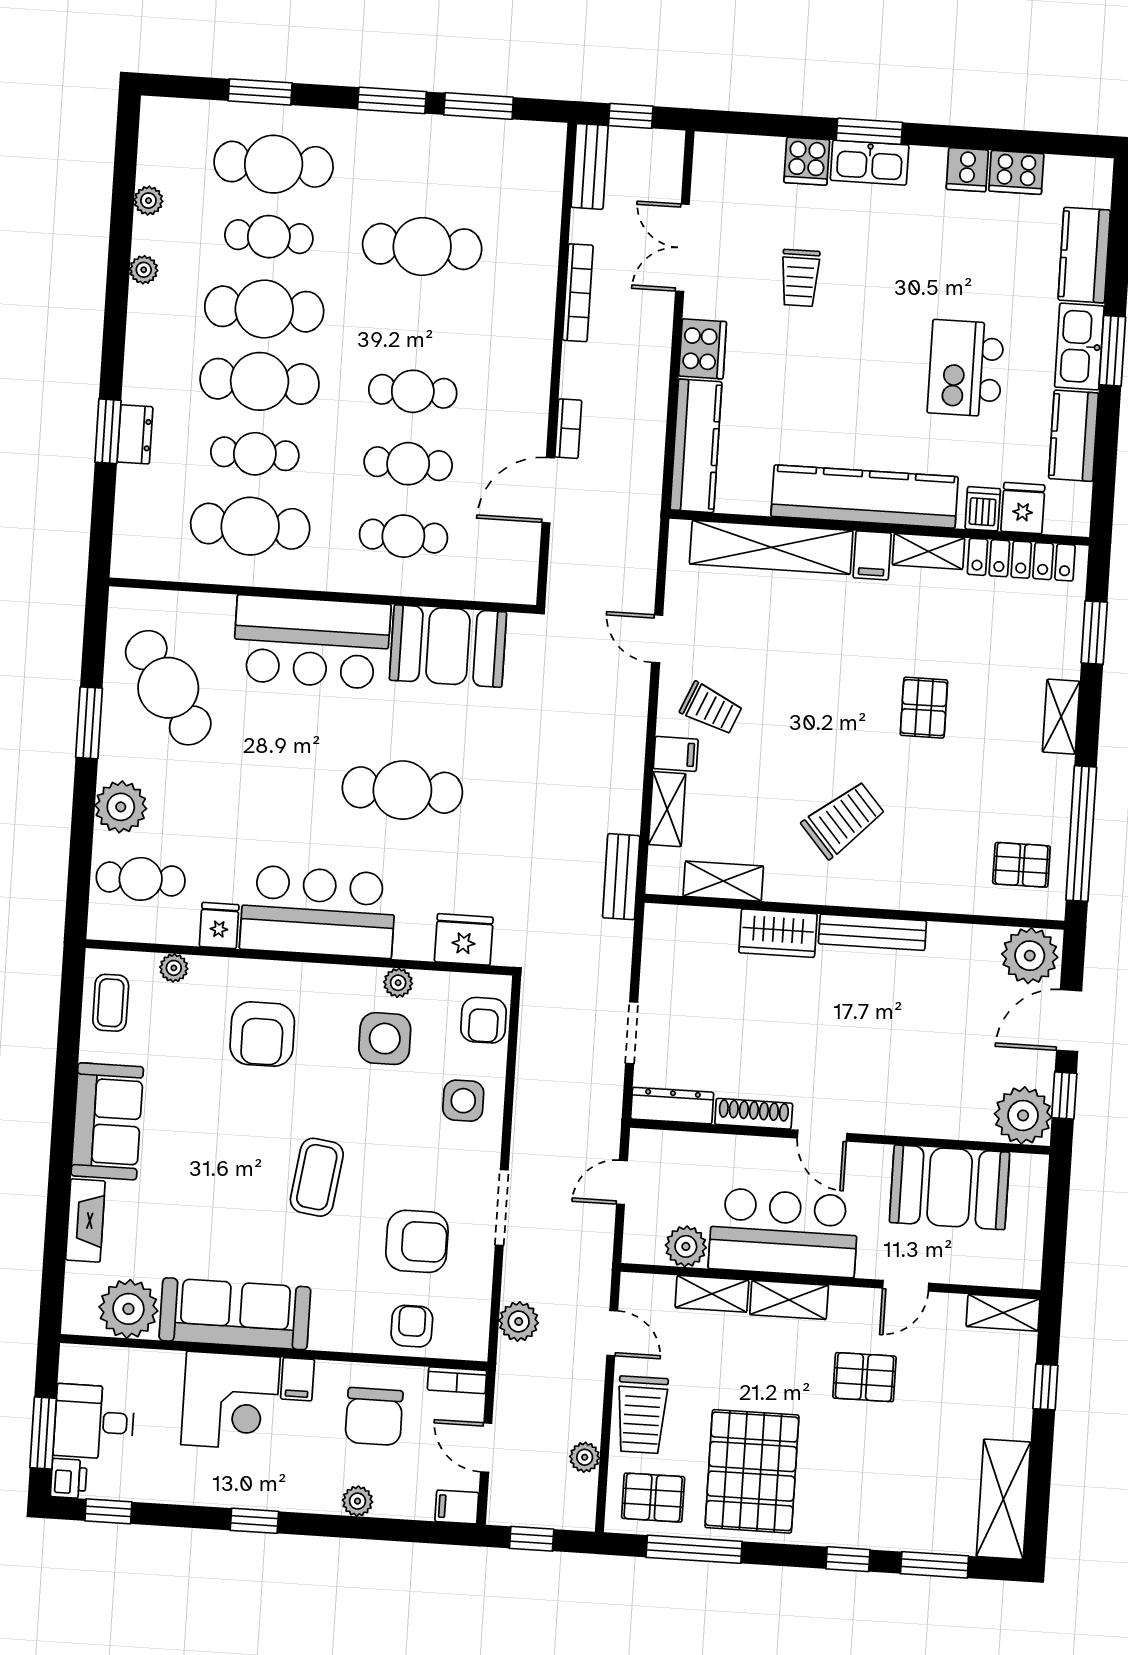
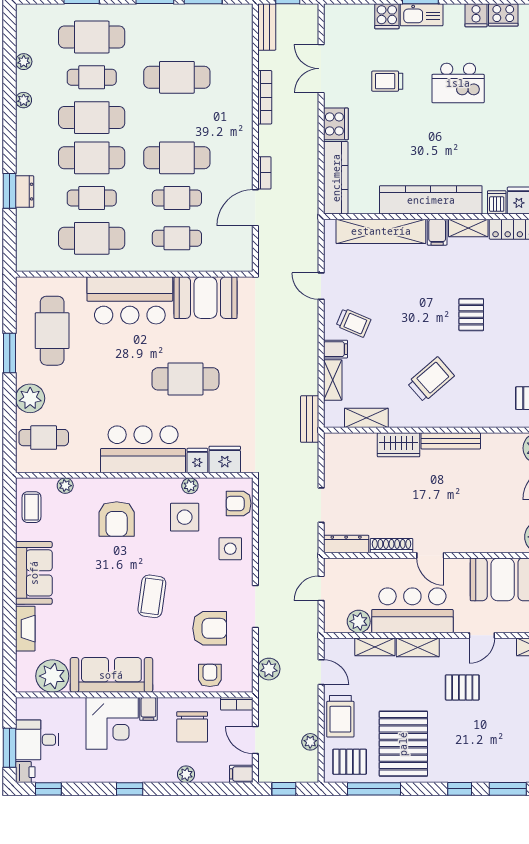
trolley: (800, 278) -> (387, 81), turned 90
kitchen island: (966, 368) -> (458, 83), moved, turned -90
cafe table: (413, 391) -> (177, 158), width x1.37, depth x1.35
cafe table: (168, 688) -> (52, 331), turned 34
fridge: (219, 926) -> (197, 461), moved
armchair: (484, 1020) -> (239, 503), turned 90

